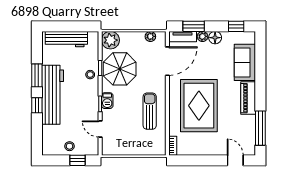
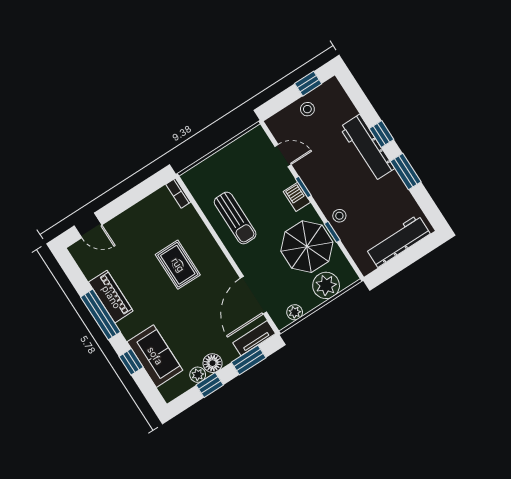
window: (236, 26) -> (210, 385), moved
plant: (203, 36) -> (198, 375), moved
plant: (110, 40) -> (326, 285), moved
window: (260, 68) -> (131, 362), added
workbench: (53, 95) -> (367, 148), width x0.73, depth x0.76
piano: (248, 98) -> (111, 297), moved
rug: (199, 106) -> (178, 265), width x0.54, depth x0.49
window: (260, 128) -> (101, 314), moved
window: (77, 160) -> (308, 84), moved

